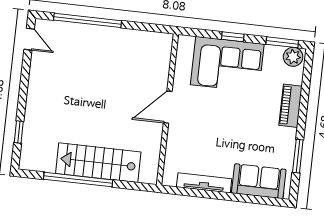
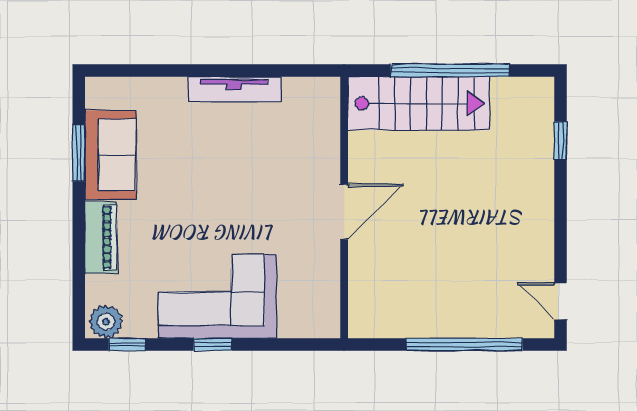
window: (282, 42) -> (127, 344), width x0.67
door: (168, 107) -> (344, 212), moved
wall: (168, 110) -> (344, 207), moved
sofa: (259, 181) -> (111, 155), moved, turned -90

